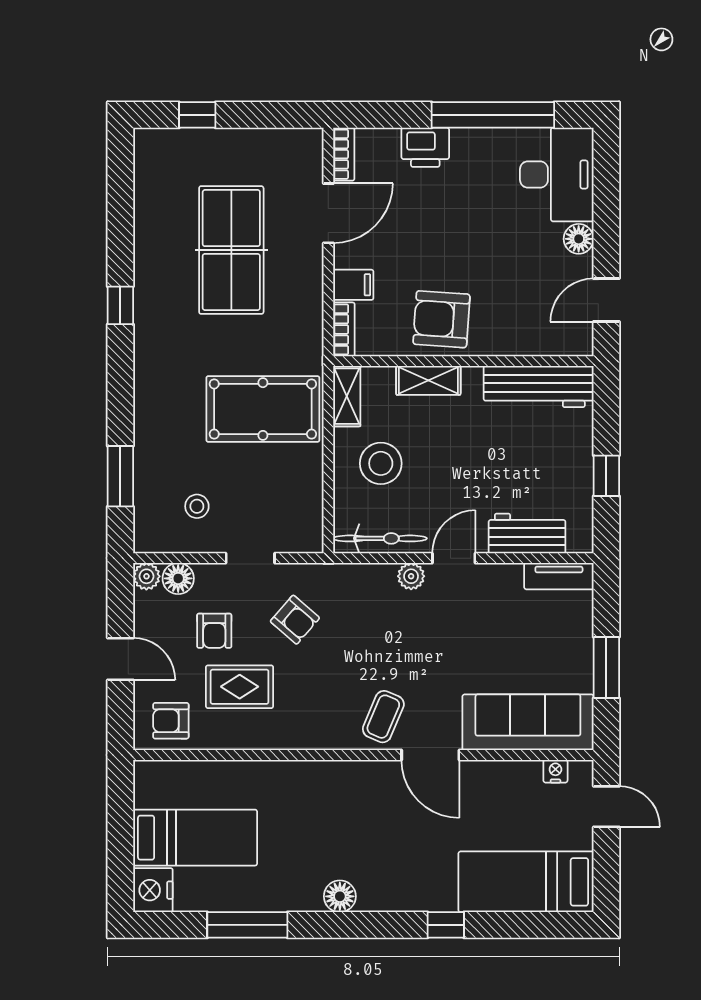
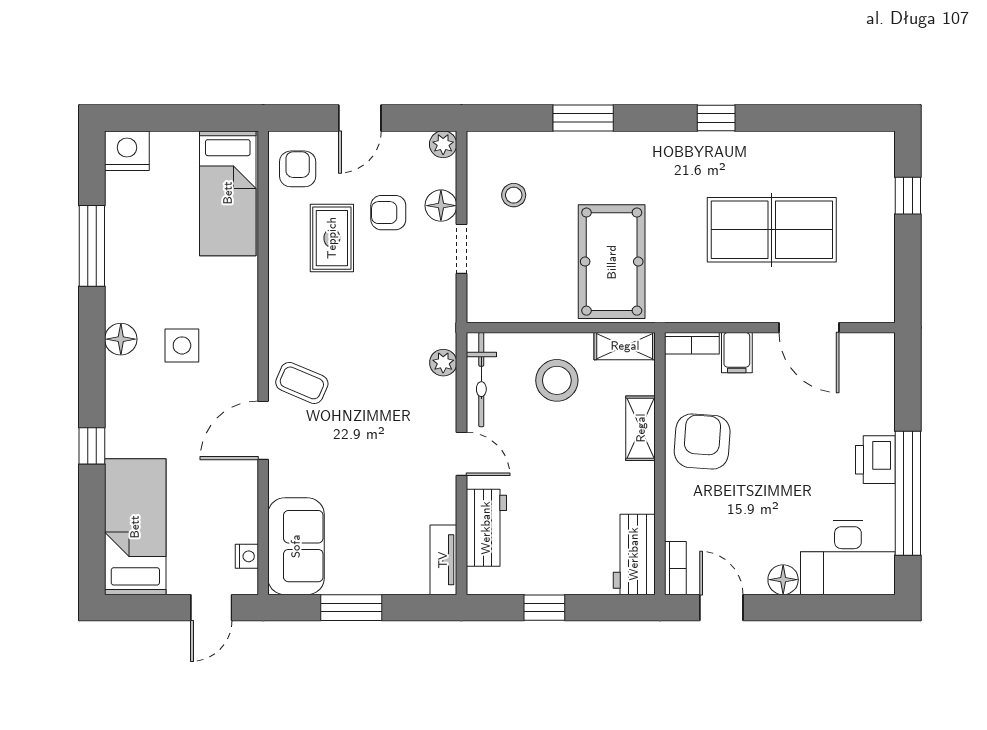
printer: (425, 147) -> (875, 460), moved
bookcase: (344, 154) -> (675, 568), moved, turned -90
workbench: (539, 387) -> (634, 554), width x0.73
window: (120, 476) -> (583, 118), moved
plant: (411, 576) -> (443, 363), moved
floor lamp: (178, 578) -> (441, 206), moved
armchair: (295, 620) -> (399, 294), removed
sofa: (528, 722) -> (296, 546), width x0.73
side table: (346, 836) -> (182, 345), added
bed: (195, 838) -> (228, 193), moved

